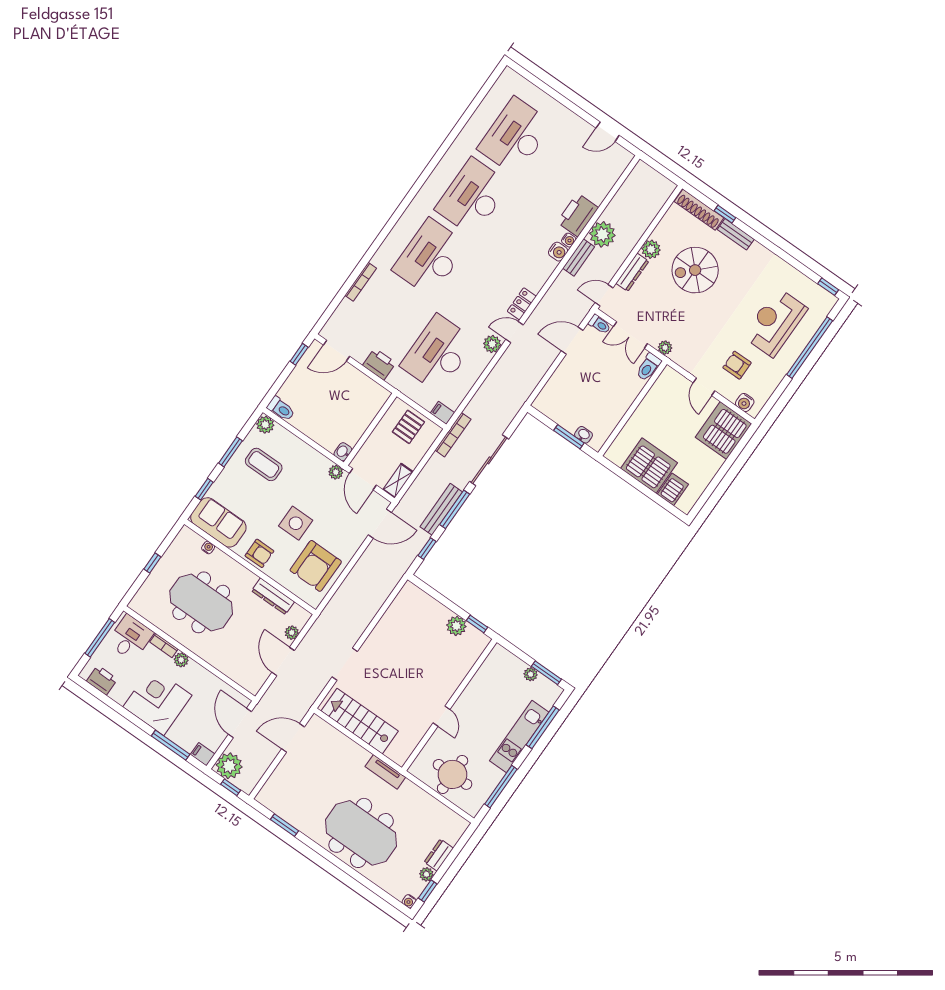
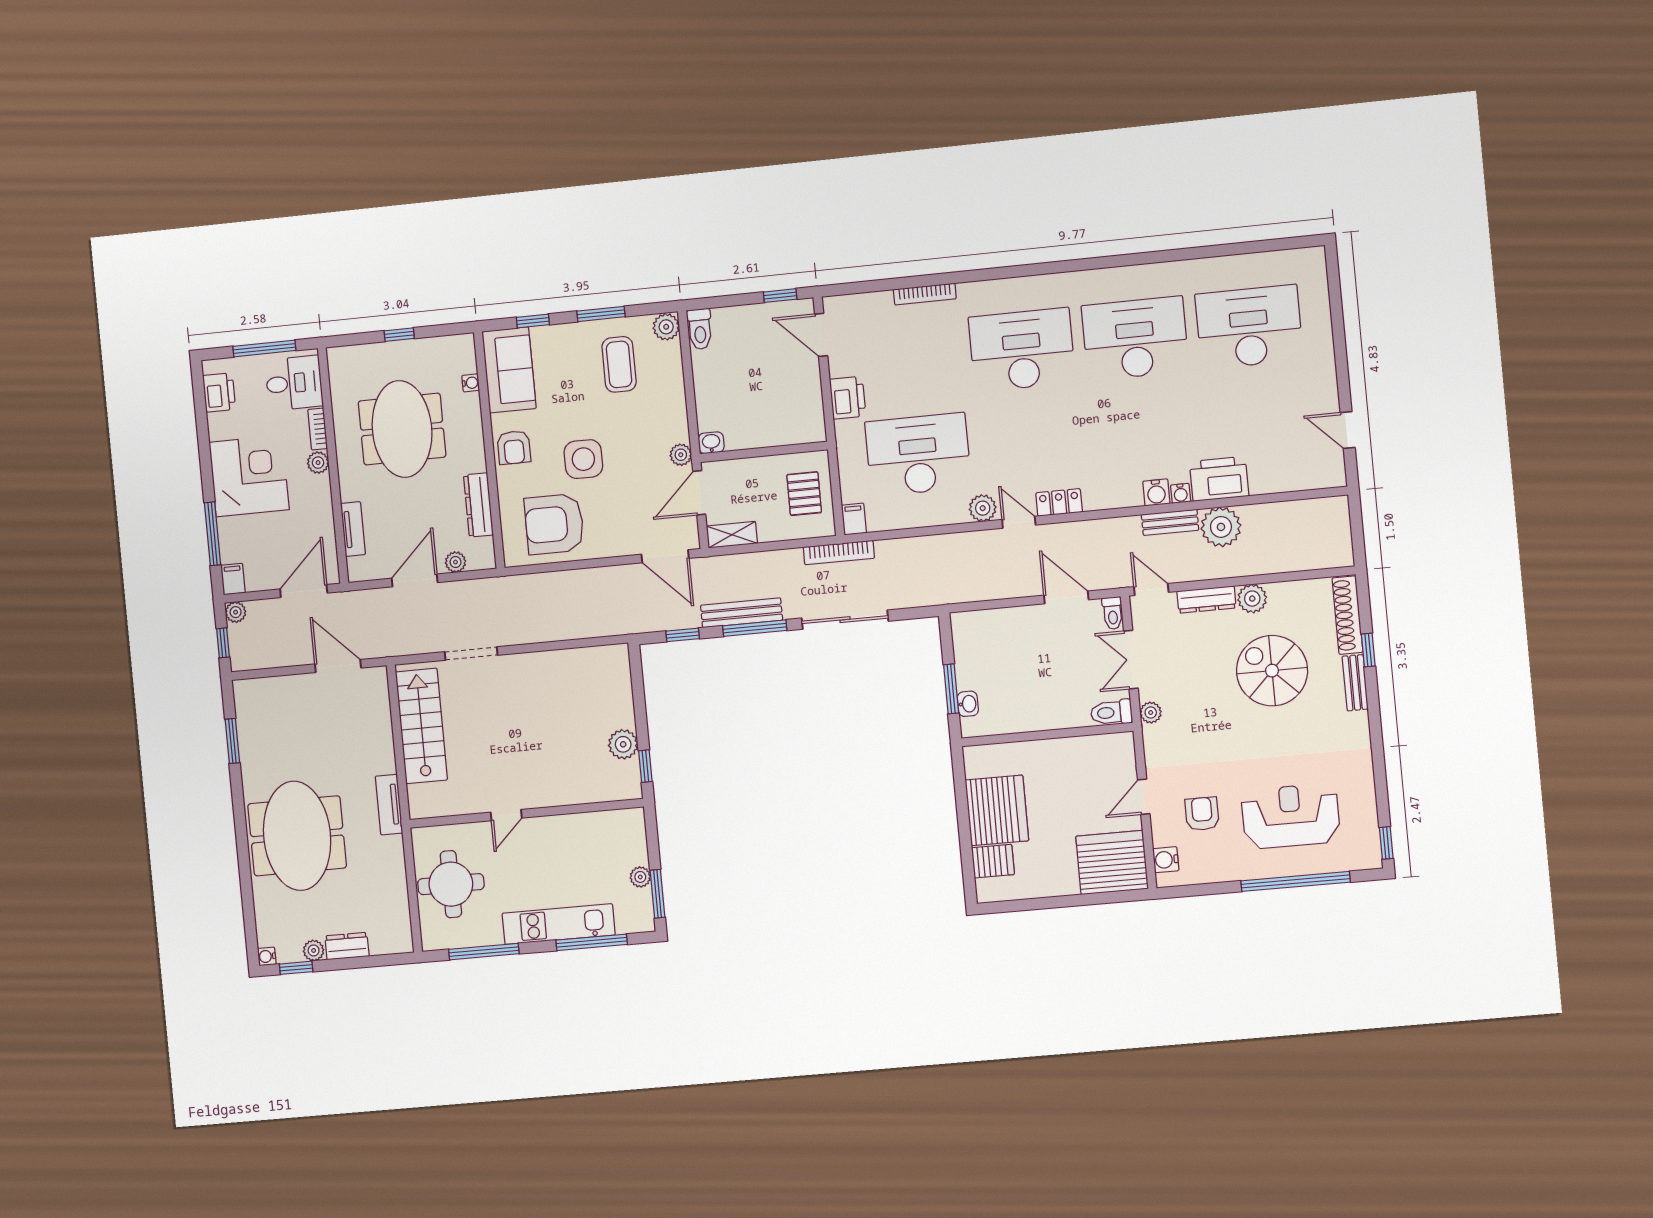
pallet: (408, 427) -> (804, 494), turned 90
tv unit: (230, 671) -> (353, 529), added
plant: (229, 766) -> (236, 612), width x0.53, depth x0.53

